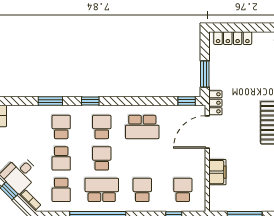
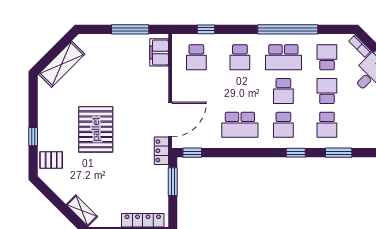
school desk: (142, 127) -> (240, 125), turned 180
filing cabinet: (217, 172) -> (159, 52), moved

